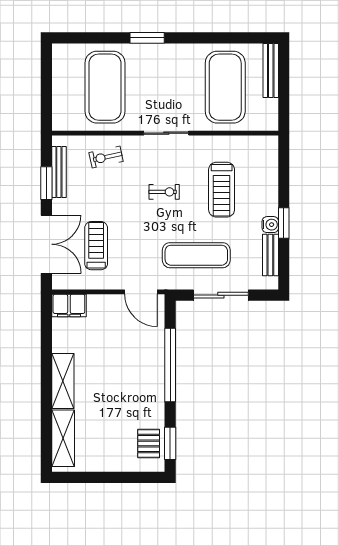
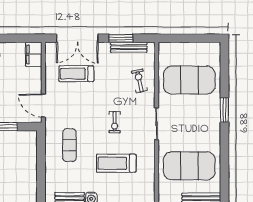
treadmill: (96, 246) -> (76, 74), turned 180
exercise mat: (196, 255) -> (69, 145), width x0.73, depth x0.69
door: (141, 292) -> (43, 106), hinge flipped
sliding door: (221, 295) -> (41, 163), removed

